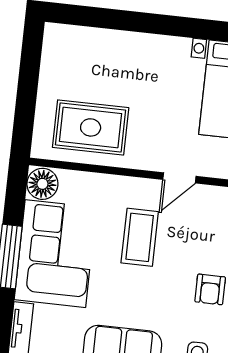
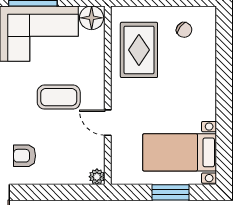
chair: (71, 67) -> (184, 30), added

